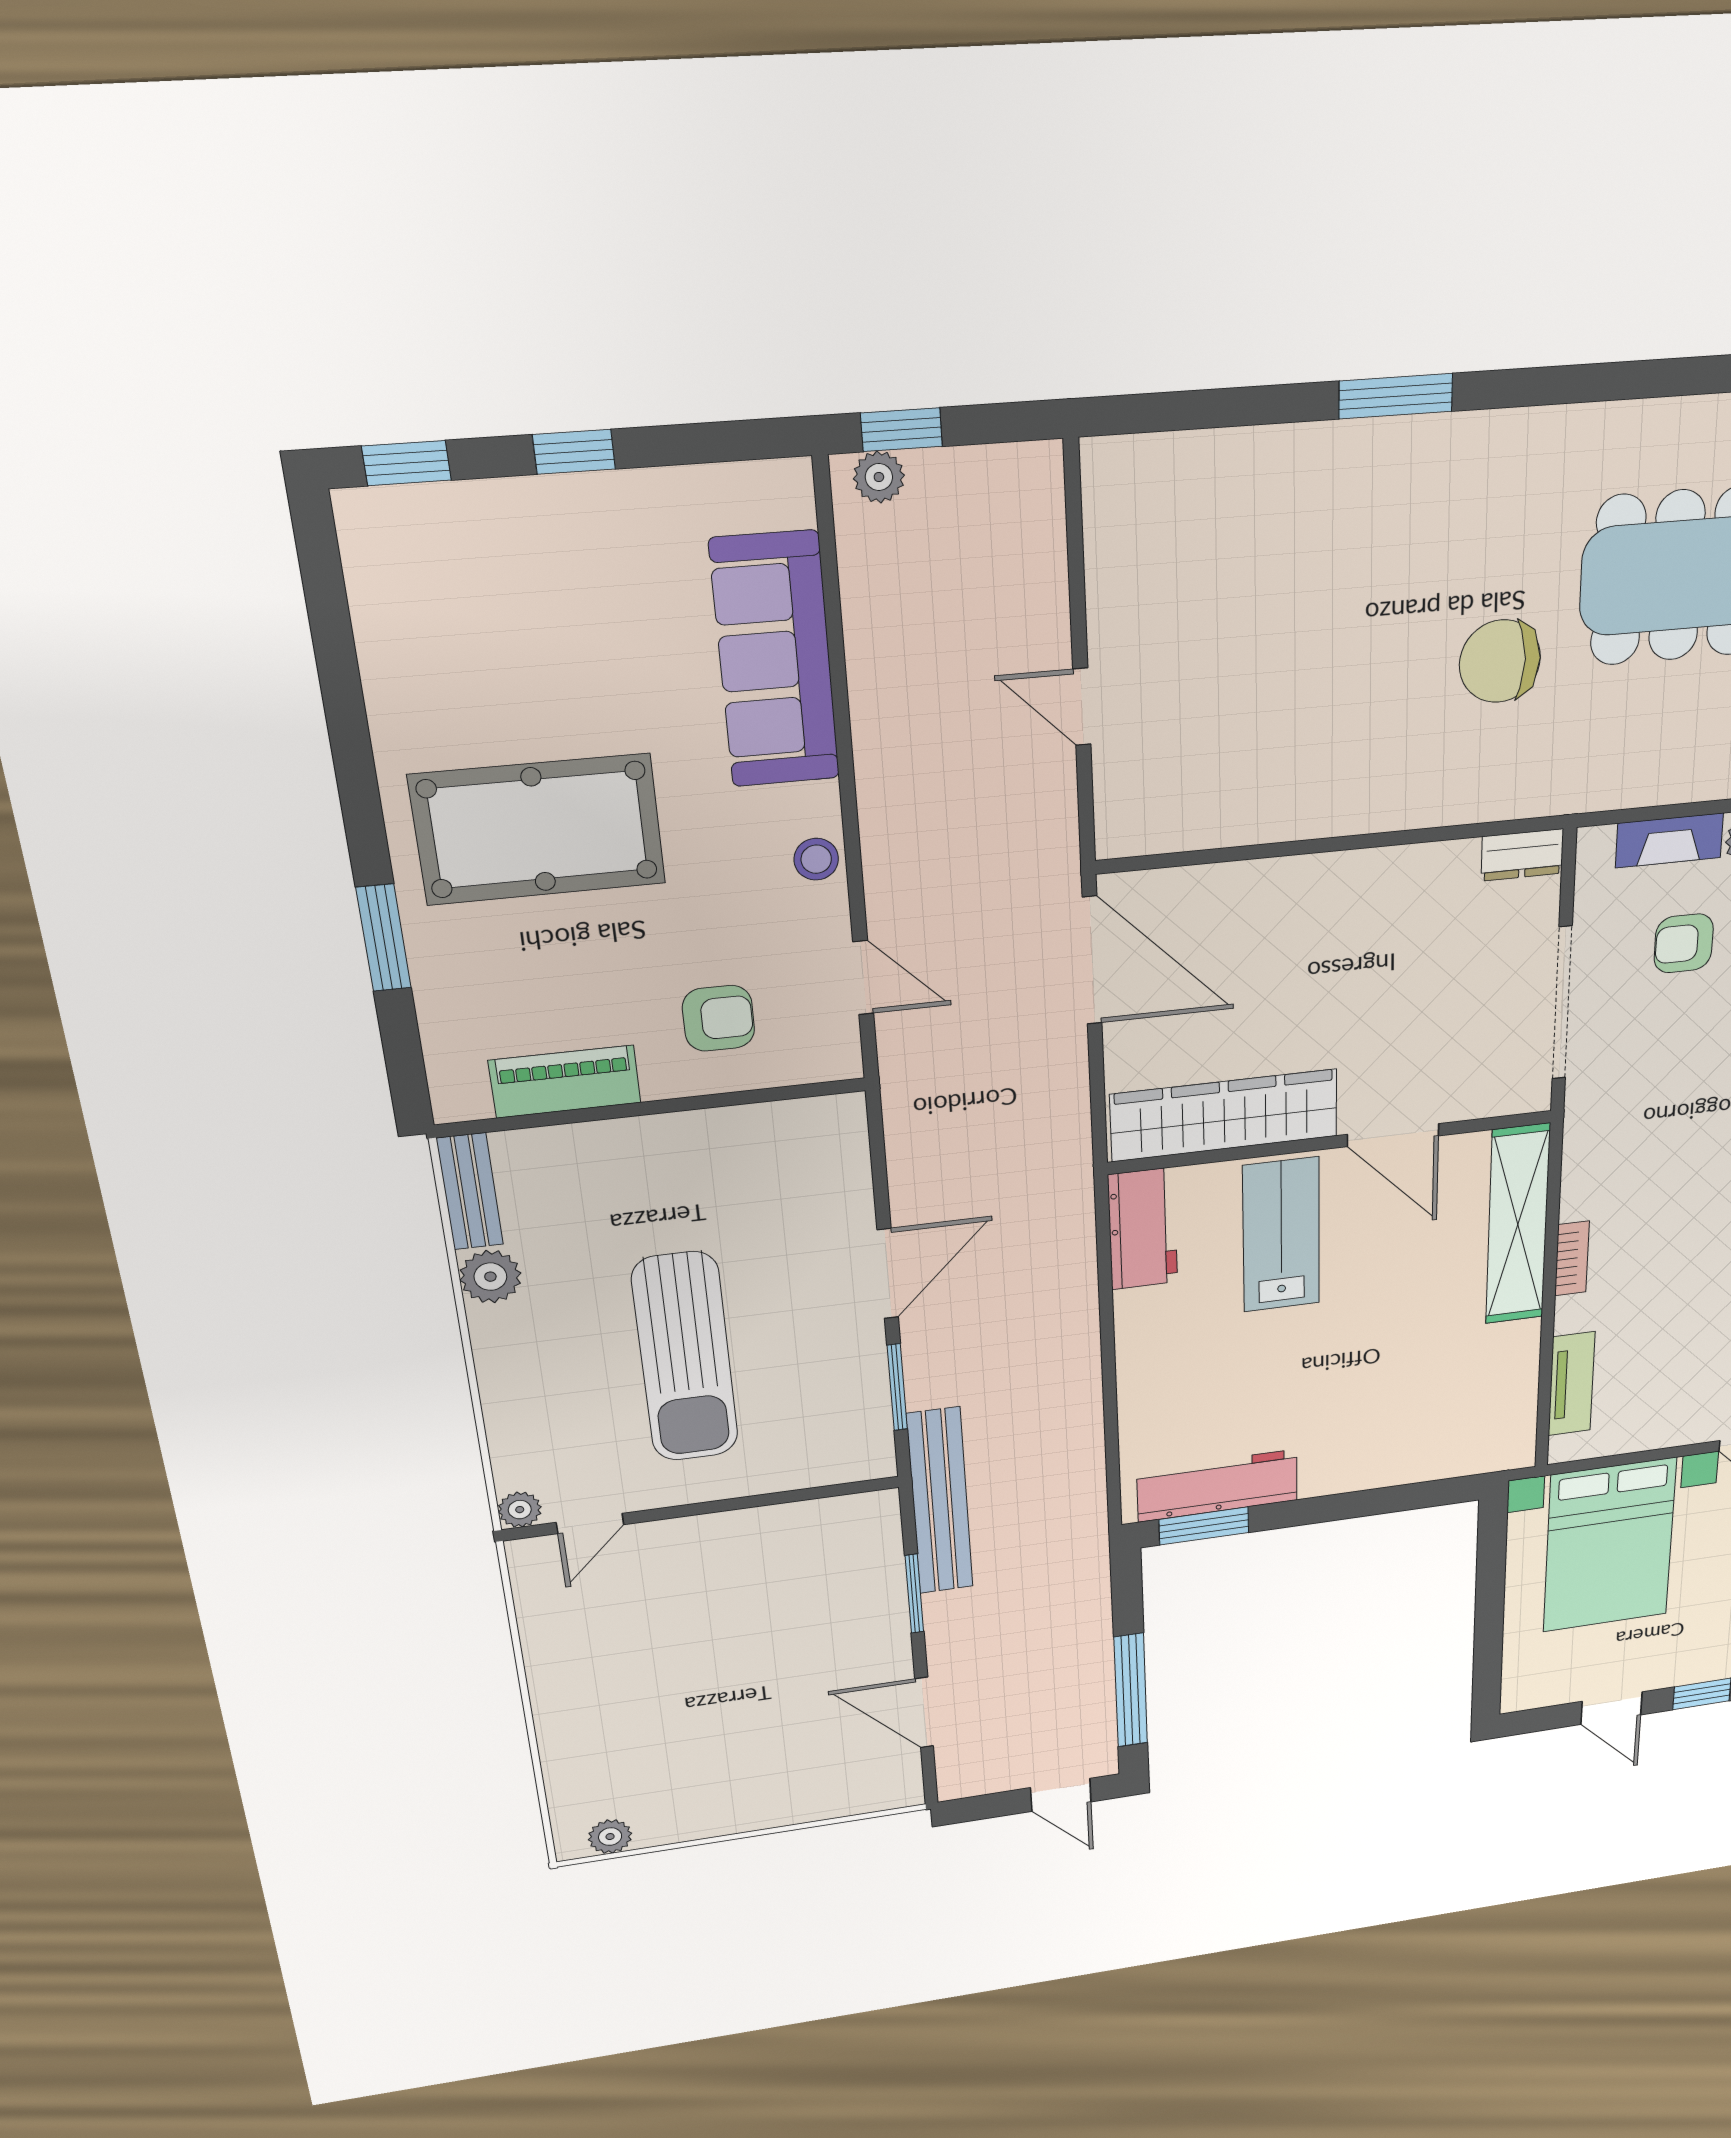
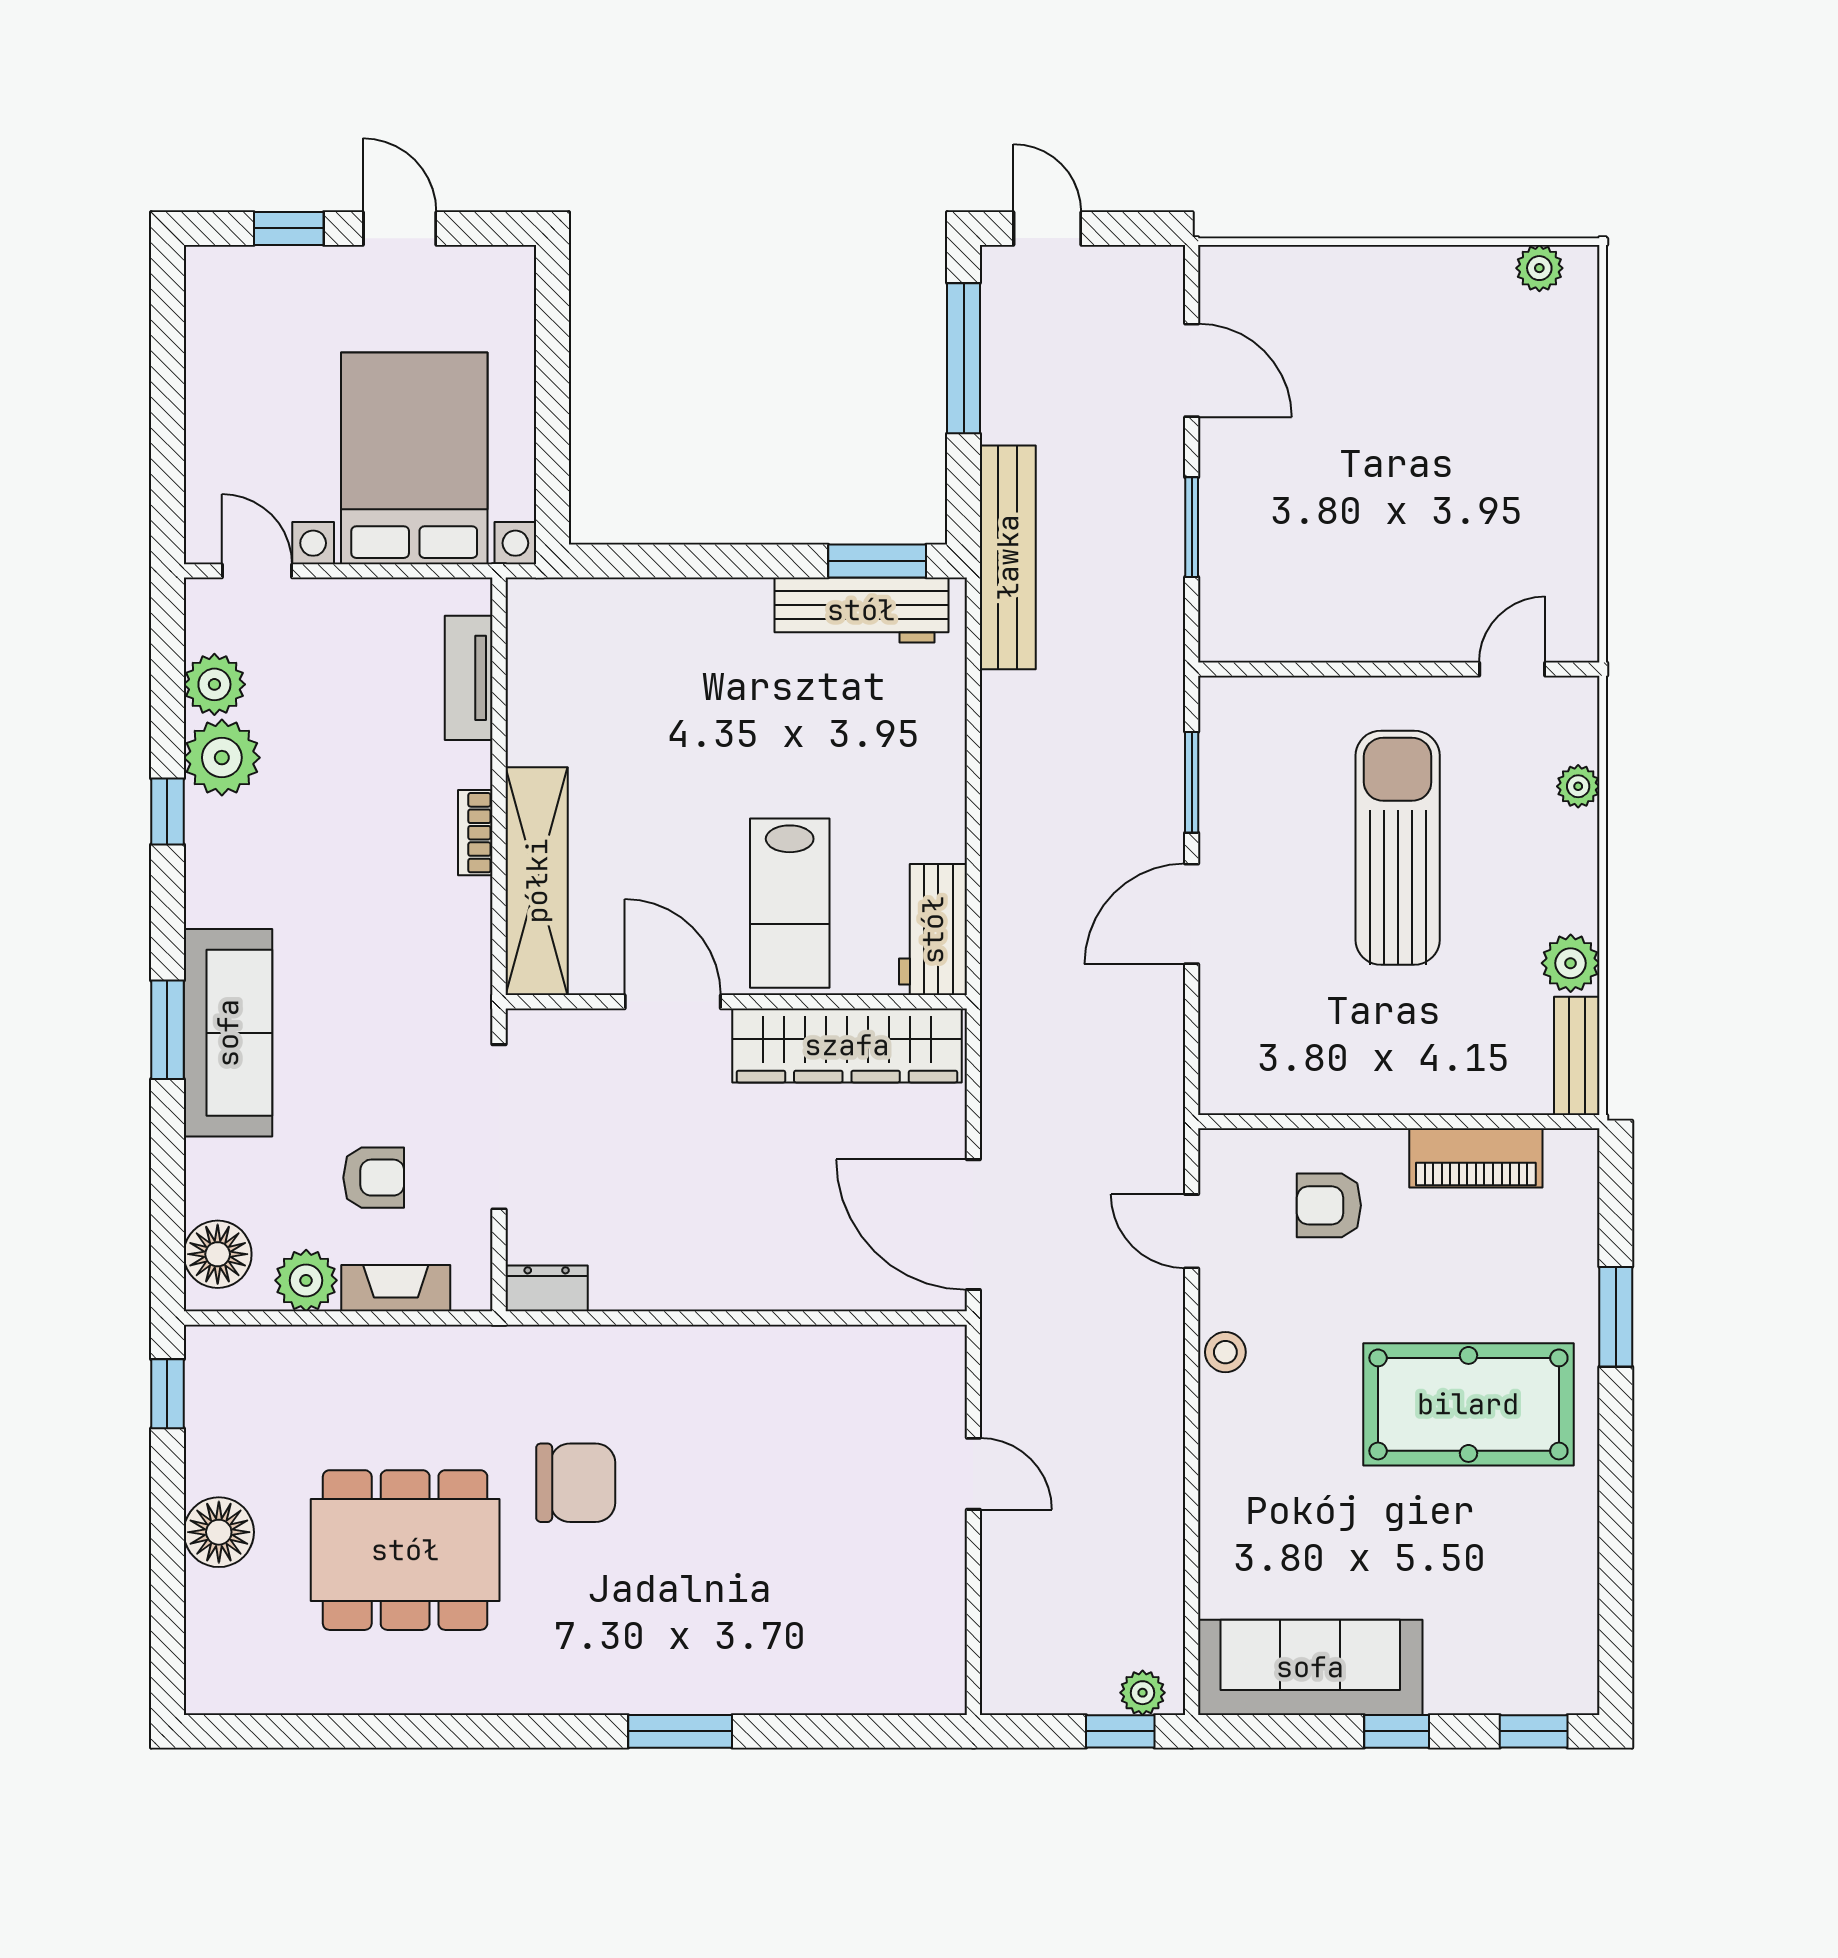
sofa: (775, 660) -> (1310, 1667), moved, turned -90
bench: (940, 1501) -> (1008, 557), moved
plant: (520, 1510) -> (1578, 786), moved

